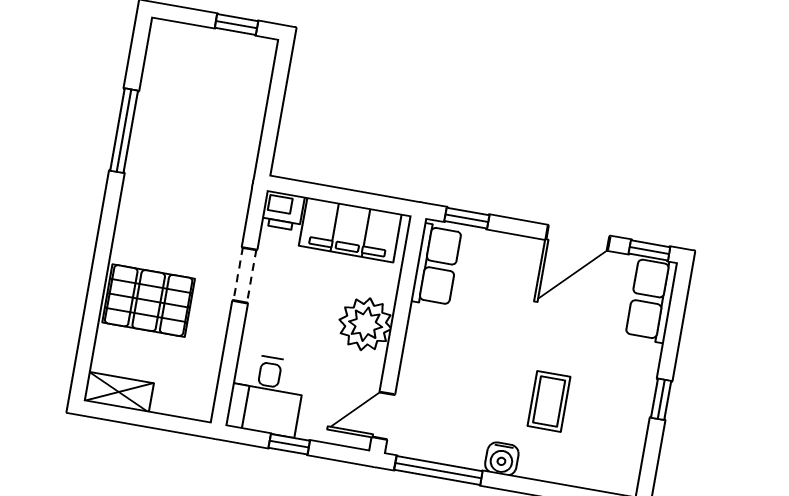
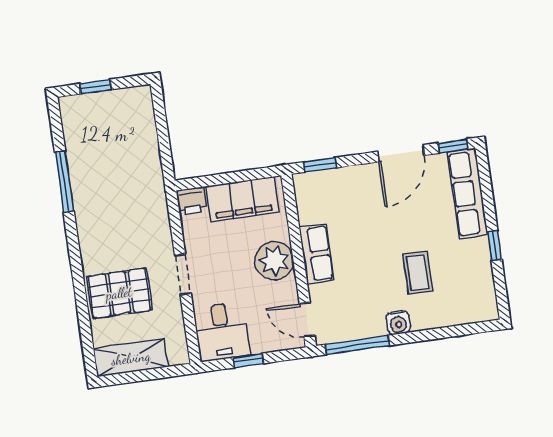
window: (237, 25) -> (96, 87), moved
row of seats: (436, 265) -> (317, 254), moved
doorway: (245, 275) -> (183, 274), moved
row of seats: (652, 300) -> (468, 193), width x1.48
shelving: (119, 392) -> (131, 358), width x1.50, depth x1.33
door: (383, 416) -> (307, 320), hinge flipped

